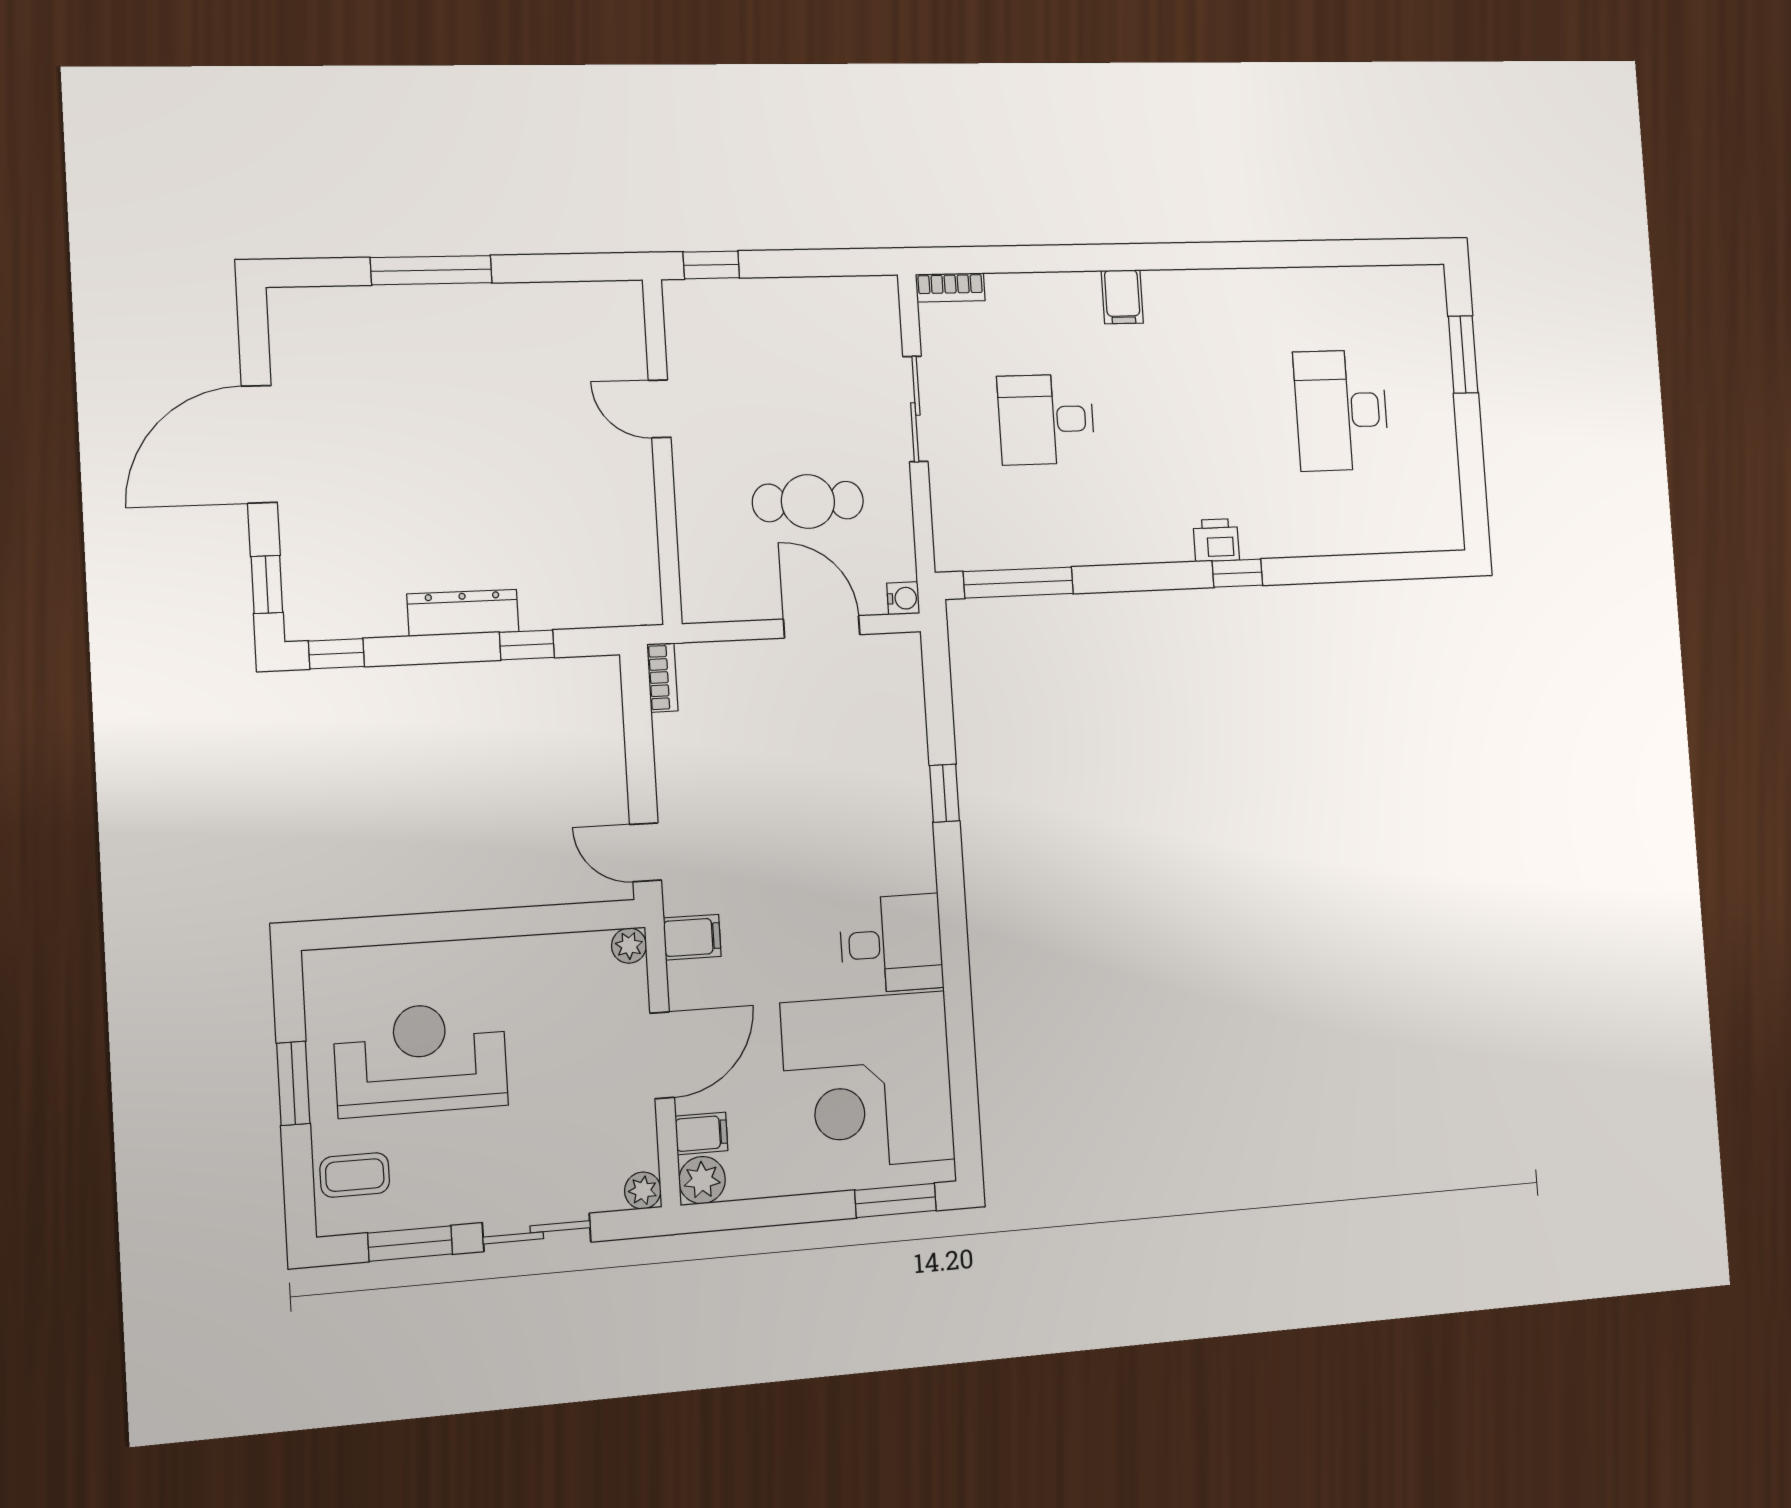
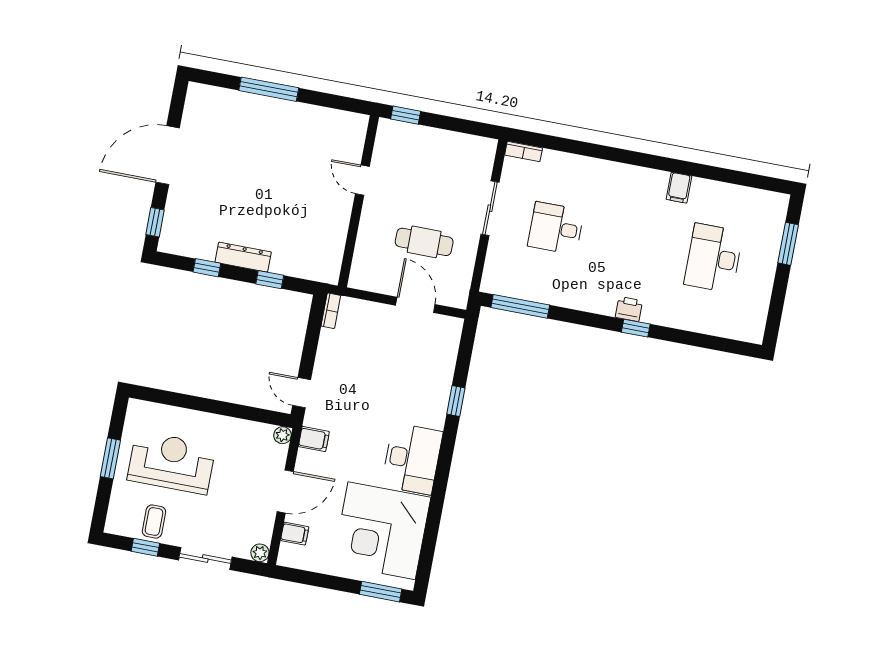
filing cabinet: (1122, 297) -> (679, 188), moved
water cooler: (903, 598) -> (460, 300), removed
window: (336, 654) -> (207, 268), moved
desk: (891, 944) -> (412, 459), width x1.37
coffee table: (355, 1175) -> (154, 522), moved, turned 90
plant: (702, 1180) -> (289, 556), removed
window: (410, 1244) -> (145, 547), width x0.67

